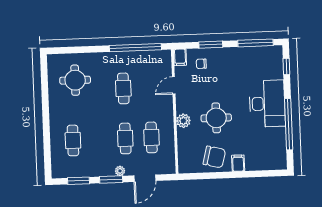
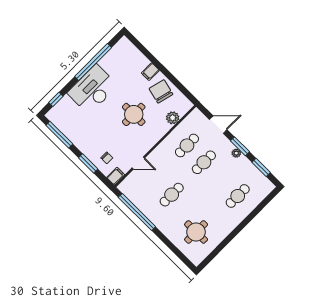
plant: (183, 121) -> (173, 118), moved
plant: (120, 171) -> (236, 153), moved

